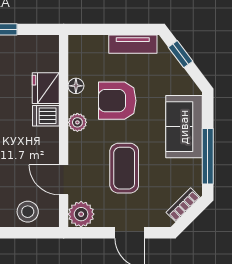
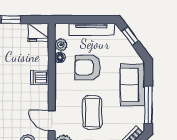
tv unit: (133, 44) -> (91, 29), width x1.41
fridge: (46, 88) -> (38, 32), moved, turned -90
plant: (77, 122) -> (61, 45), moved

